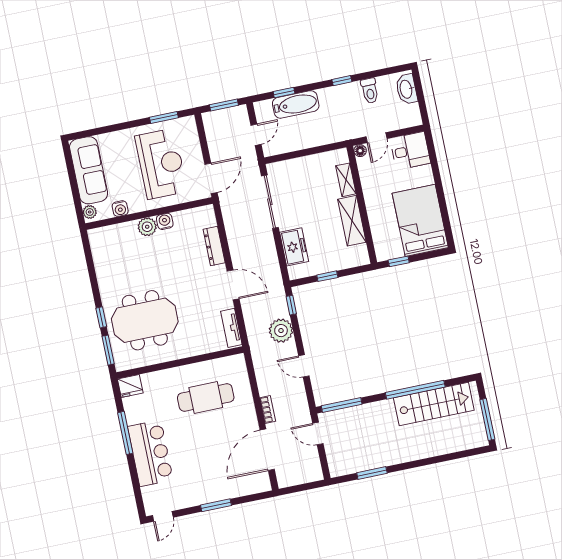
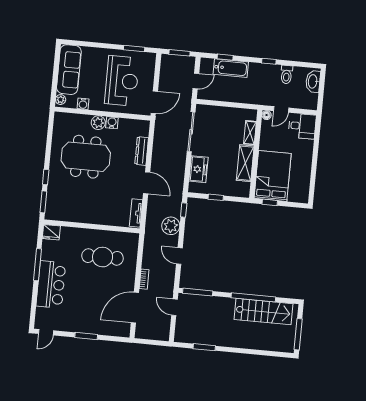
bed: (420, 220) -> (273, 176), moved
meeting table: (145, 320) -> (86, 157), moved

